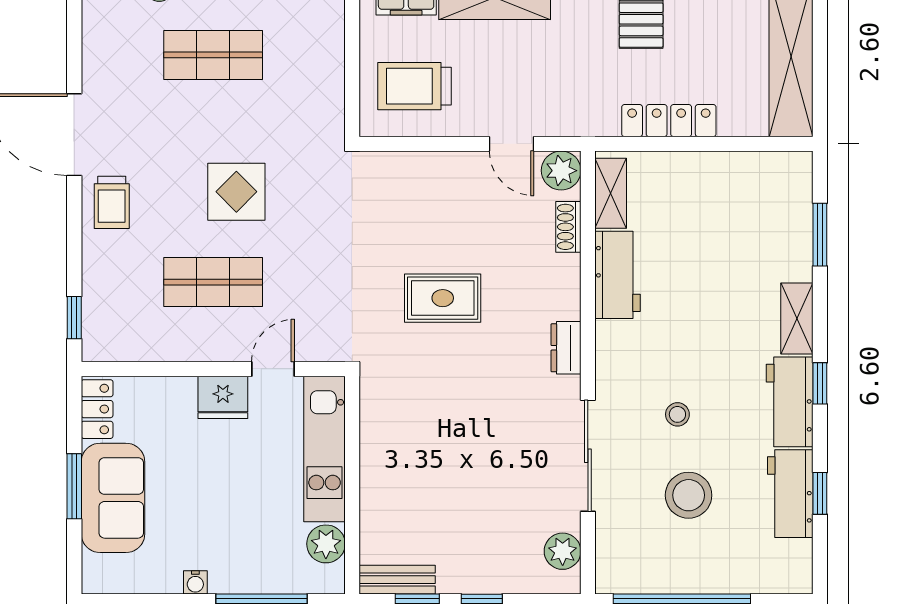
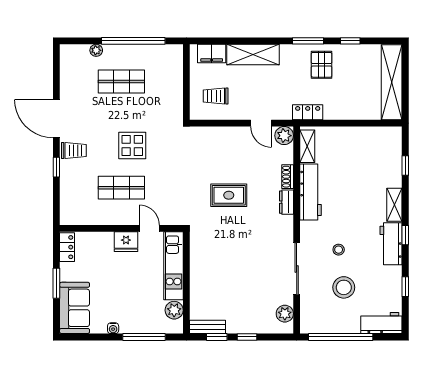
trolley: (415, 86) -> (216, 96), width x0.73, depth x0.72
locker: (669, 121) -> (308, 112), moved, width x0.66
trolley: (112, 202) -> (74, 150), turned -90
shoe rack: (568, 227) -> (288, 177), moved
window: (820, 235) -> (405, 166), width x0.67
workbench: (617, 275) -> (310, 192), width x1.38
window: (74, 318) -> (56, 167), moved
dresser: (566, 348) -> (286, 202), moved
door: (273, 369) -> (149, 228), hinge flipped
workbench: (790, 494) -> (381, 323), moved, turned 90
sofa: (113, 498) -> (75, 308), moved

